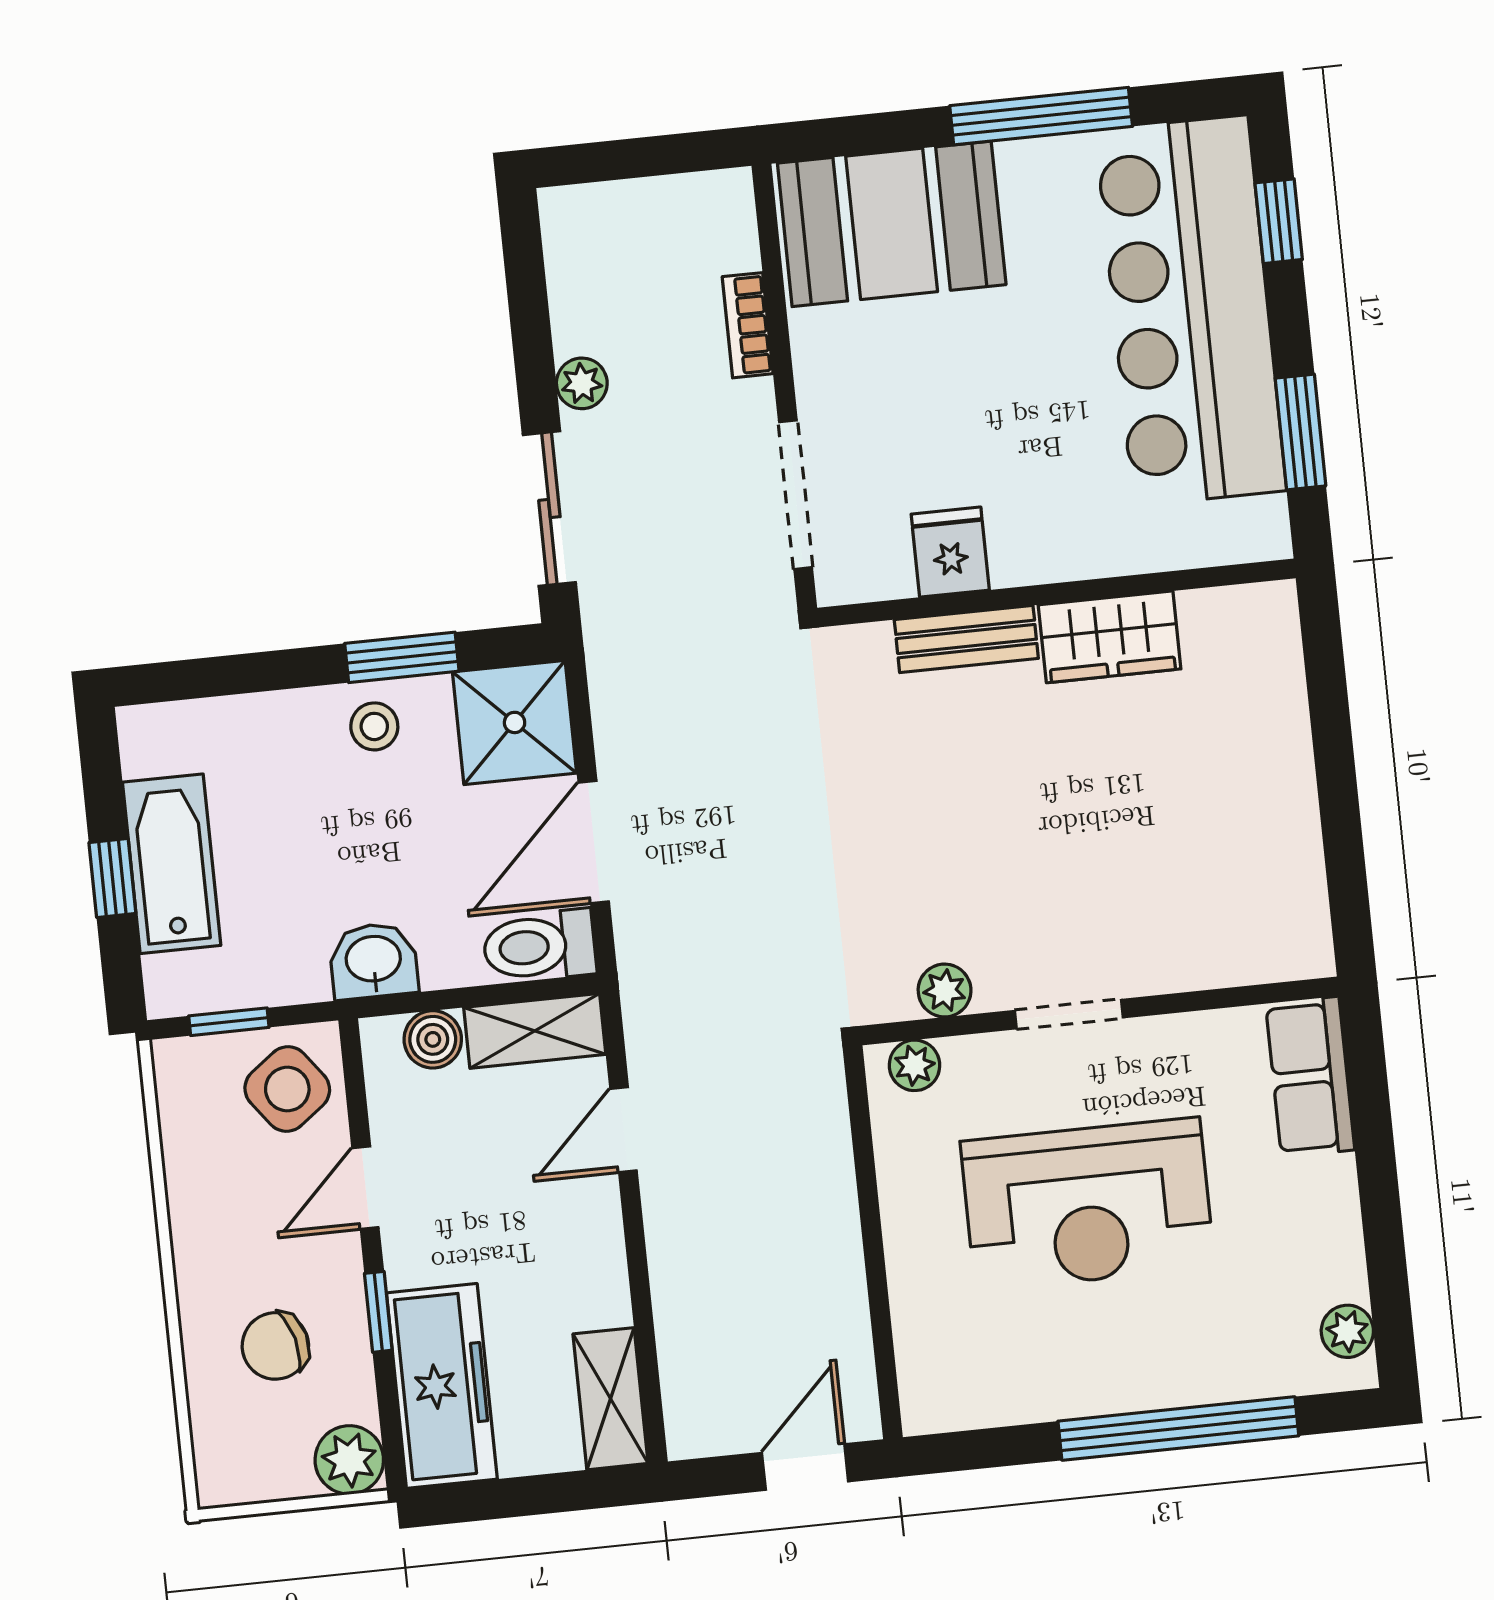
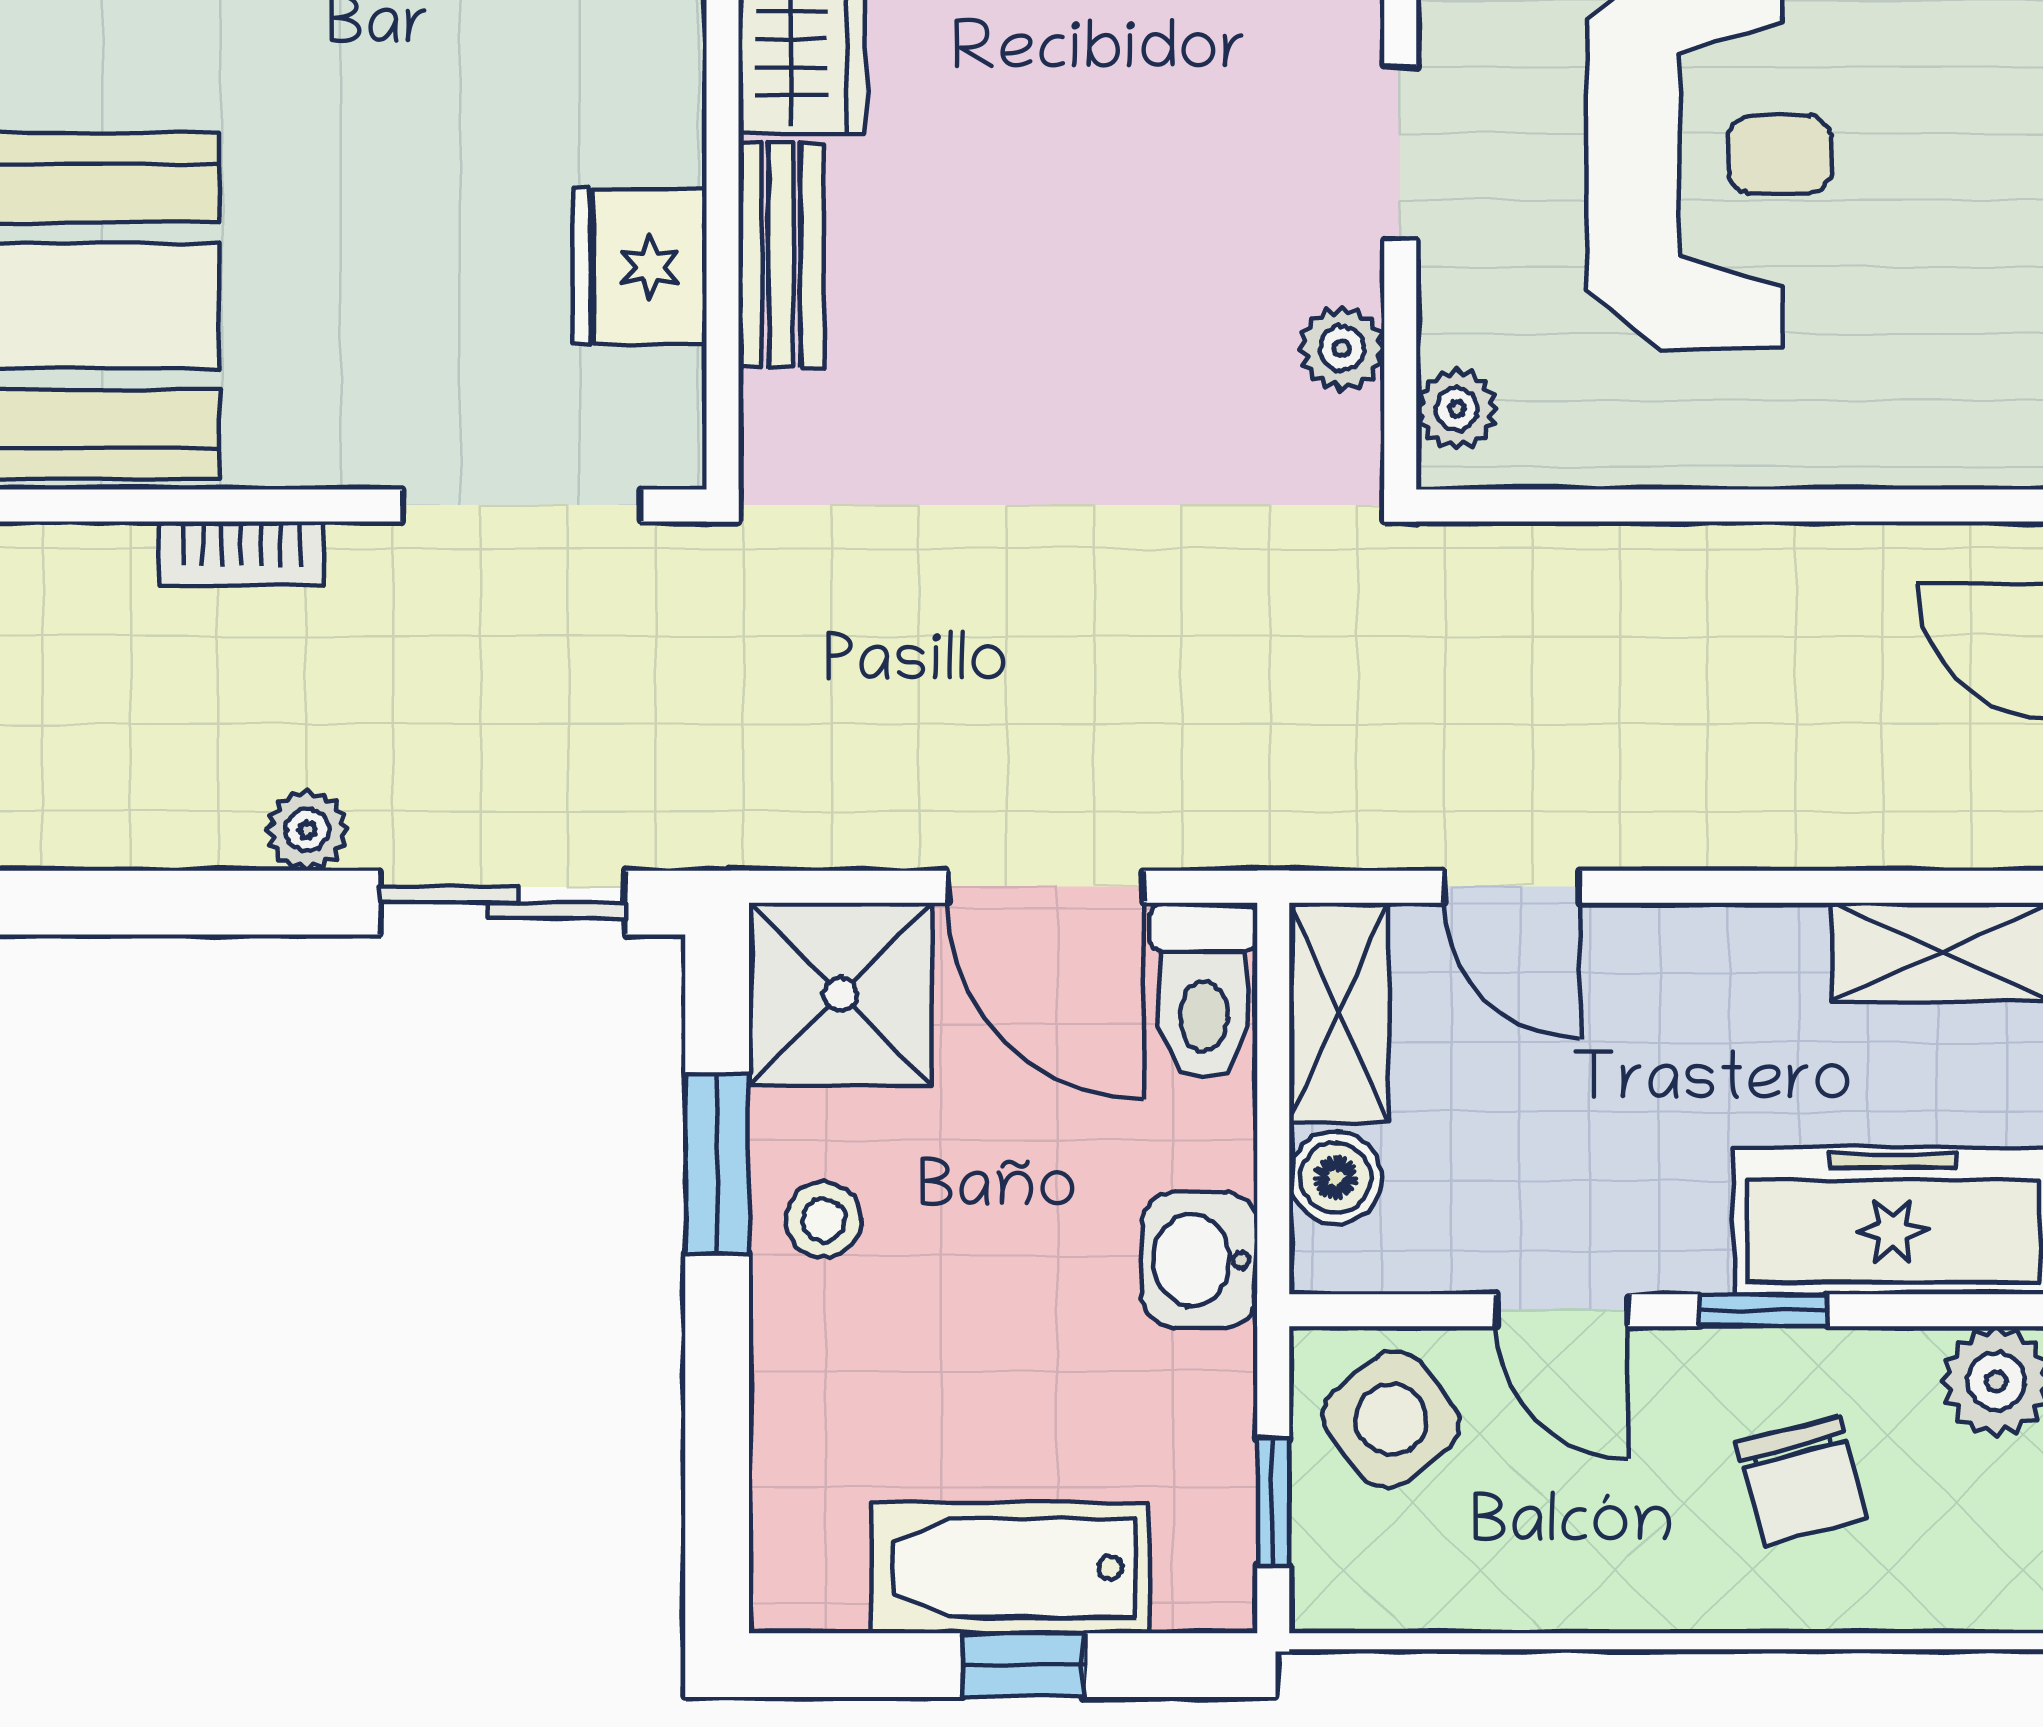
fridge: (950, 552) -> (639, 267), width x1.38

